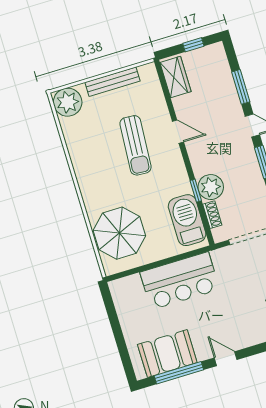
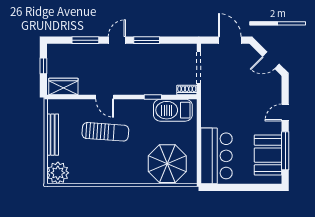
door: (178, 132) -> (105, 97), swing flipped
plant: (211, 187) -> (154, 85), removed
shoe rack: (212, 215) -> (187, 90), moved
bar counter: (180, 281) -> (217, 156), moved

